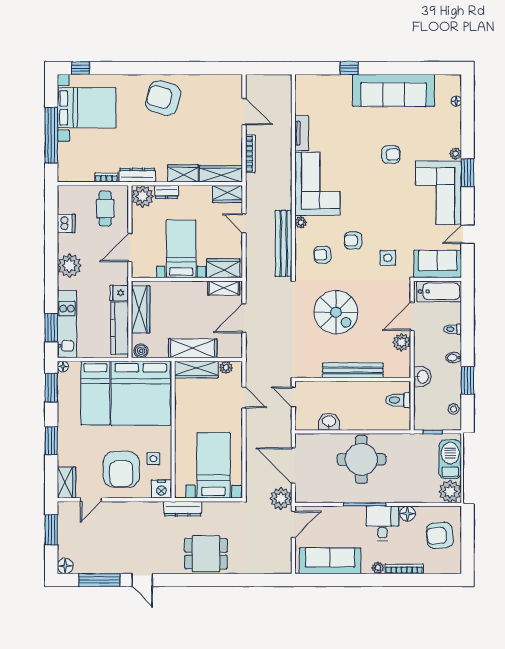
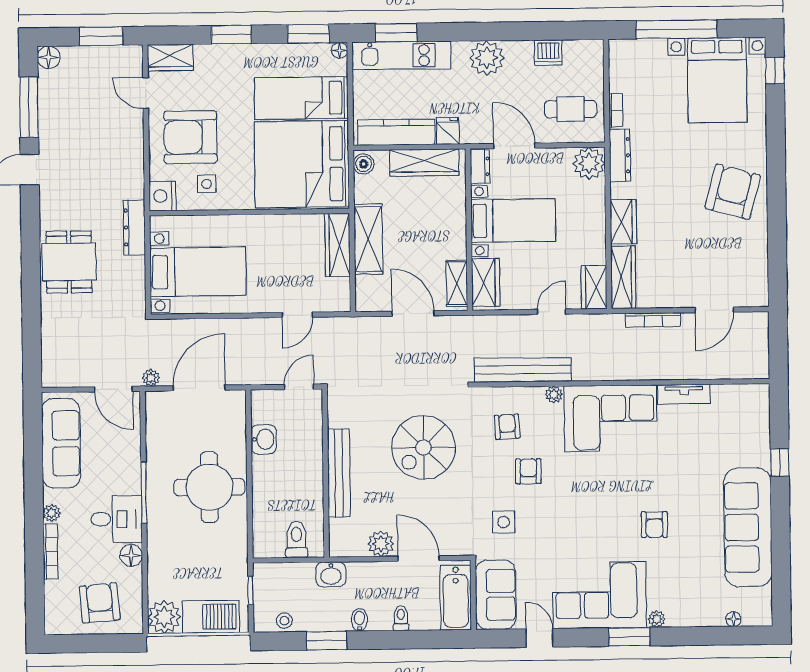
dresser: (167, 192) -> (480, 166), moved, turned 180
plant: (226, 367) -> (341, 288), removed
plant: (281, 499) -> (151, 378), width x0.53, depth x0.53

